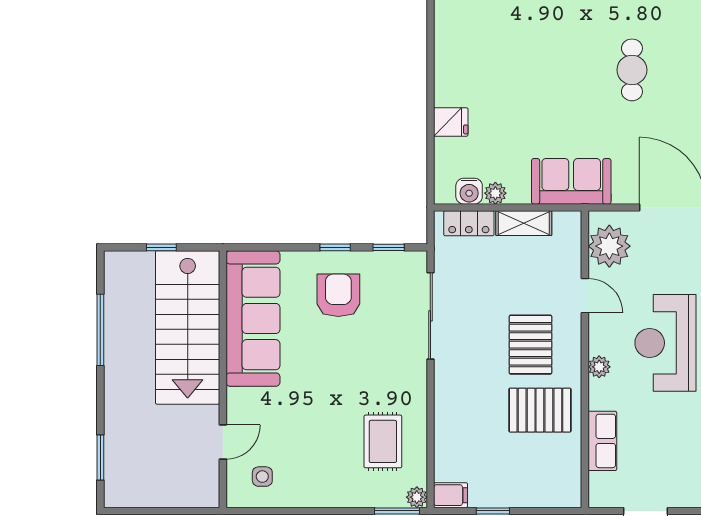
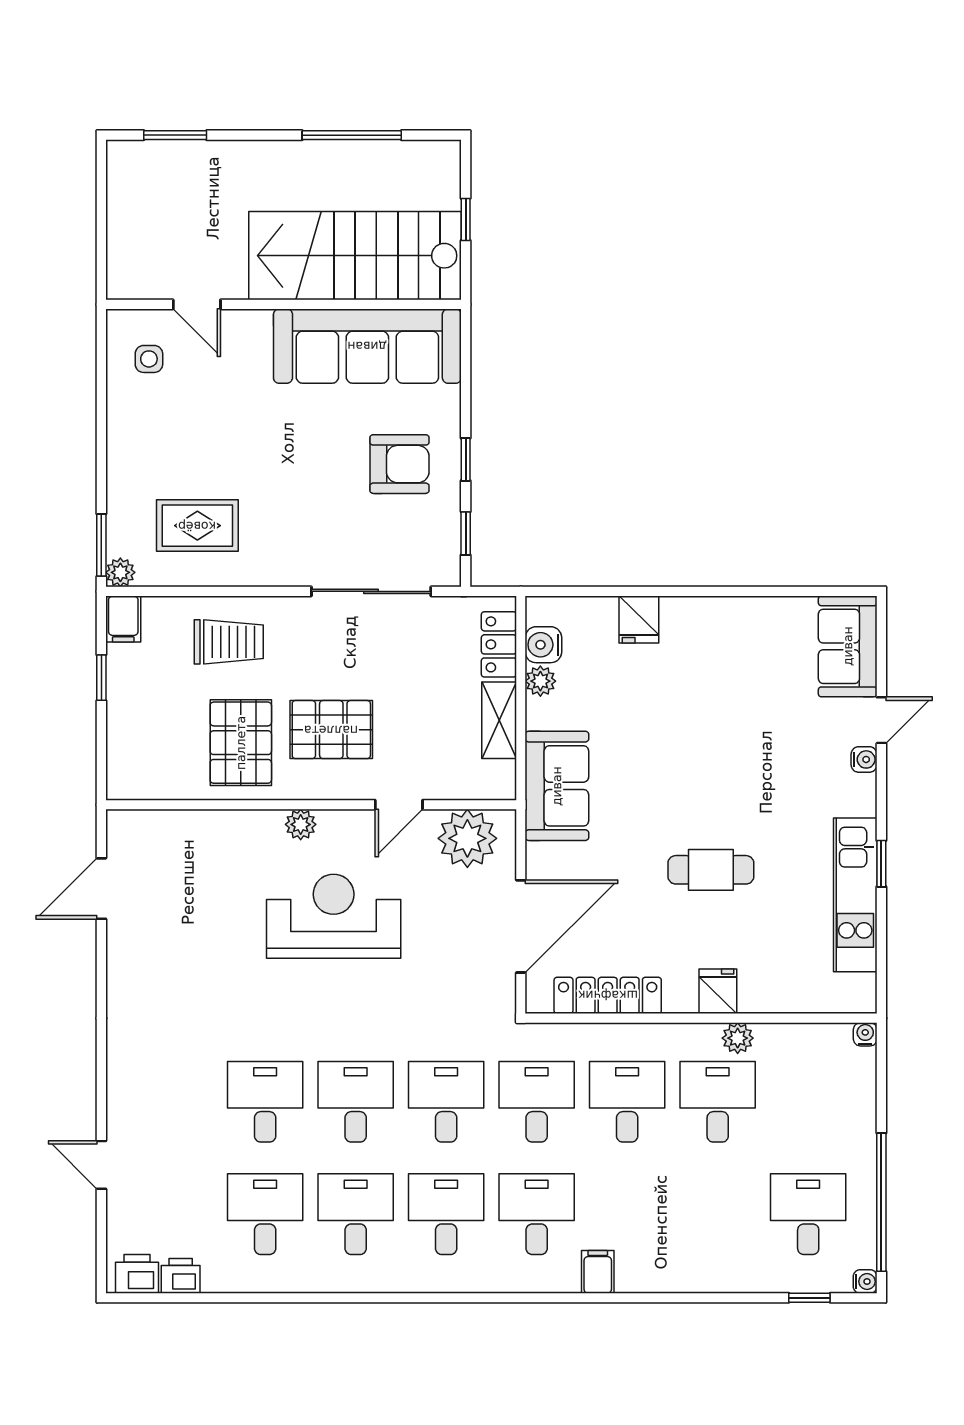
trolley: (467, 419) -> (229, 642), added
row of seats: (602, 441) -> (198, 829), removed

